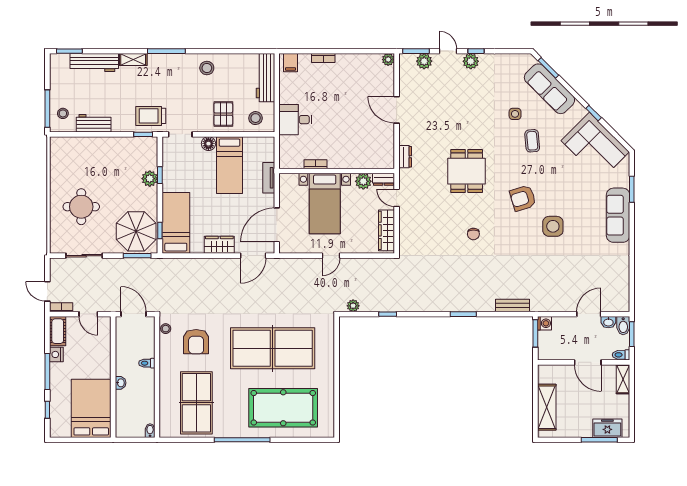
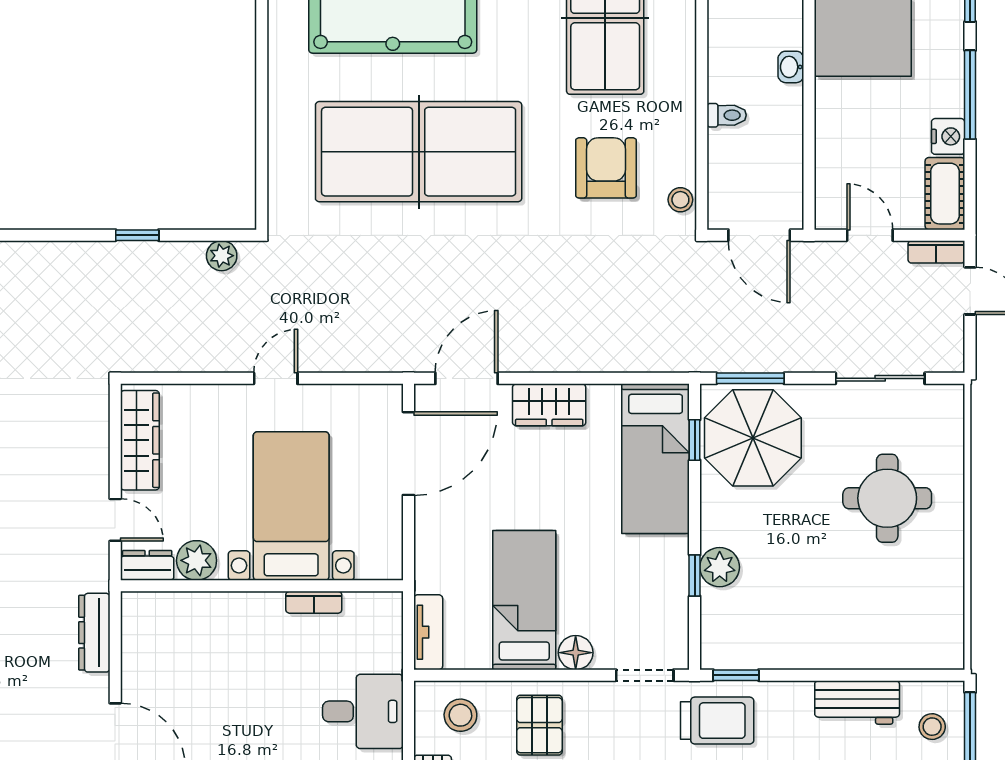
dresser: (405, 157) -> (94, 633), width x1.44
tv unit: (269, 178) -> (428, 632), moved

